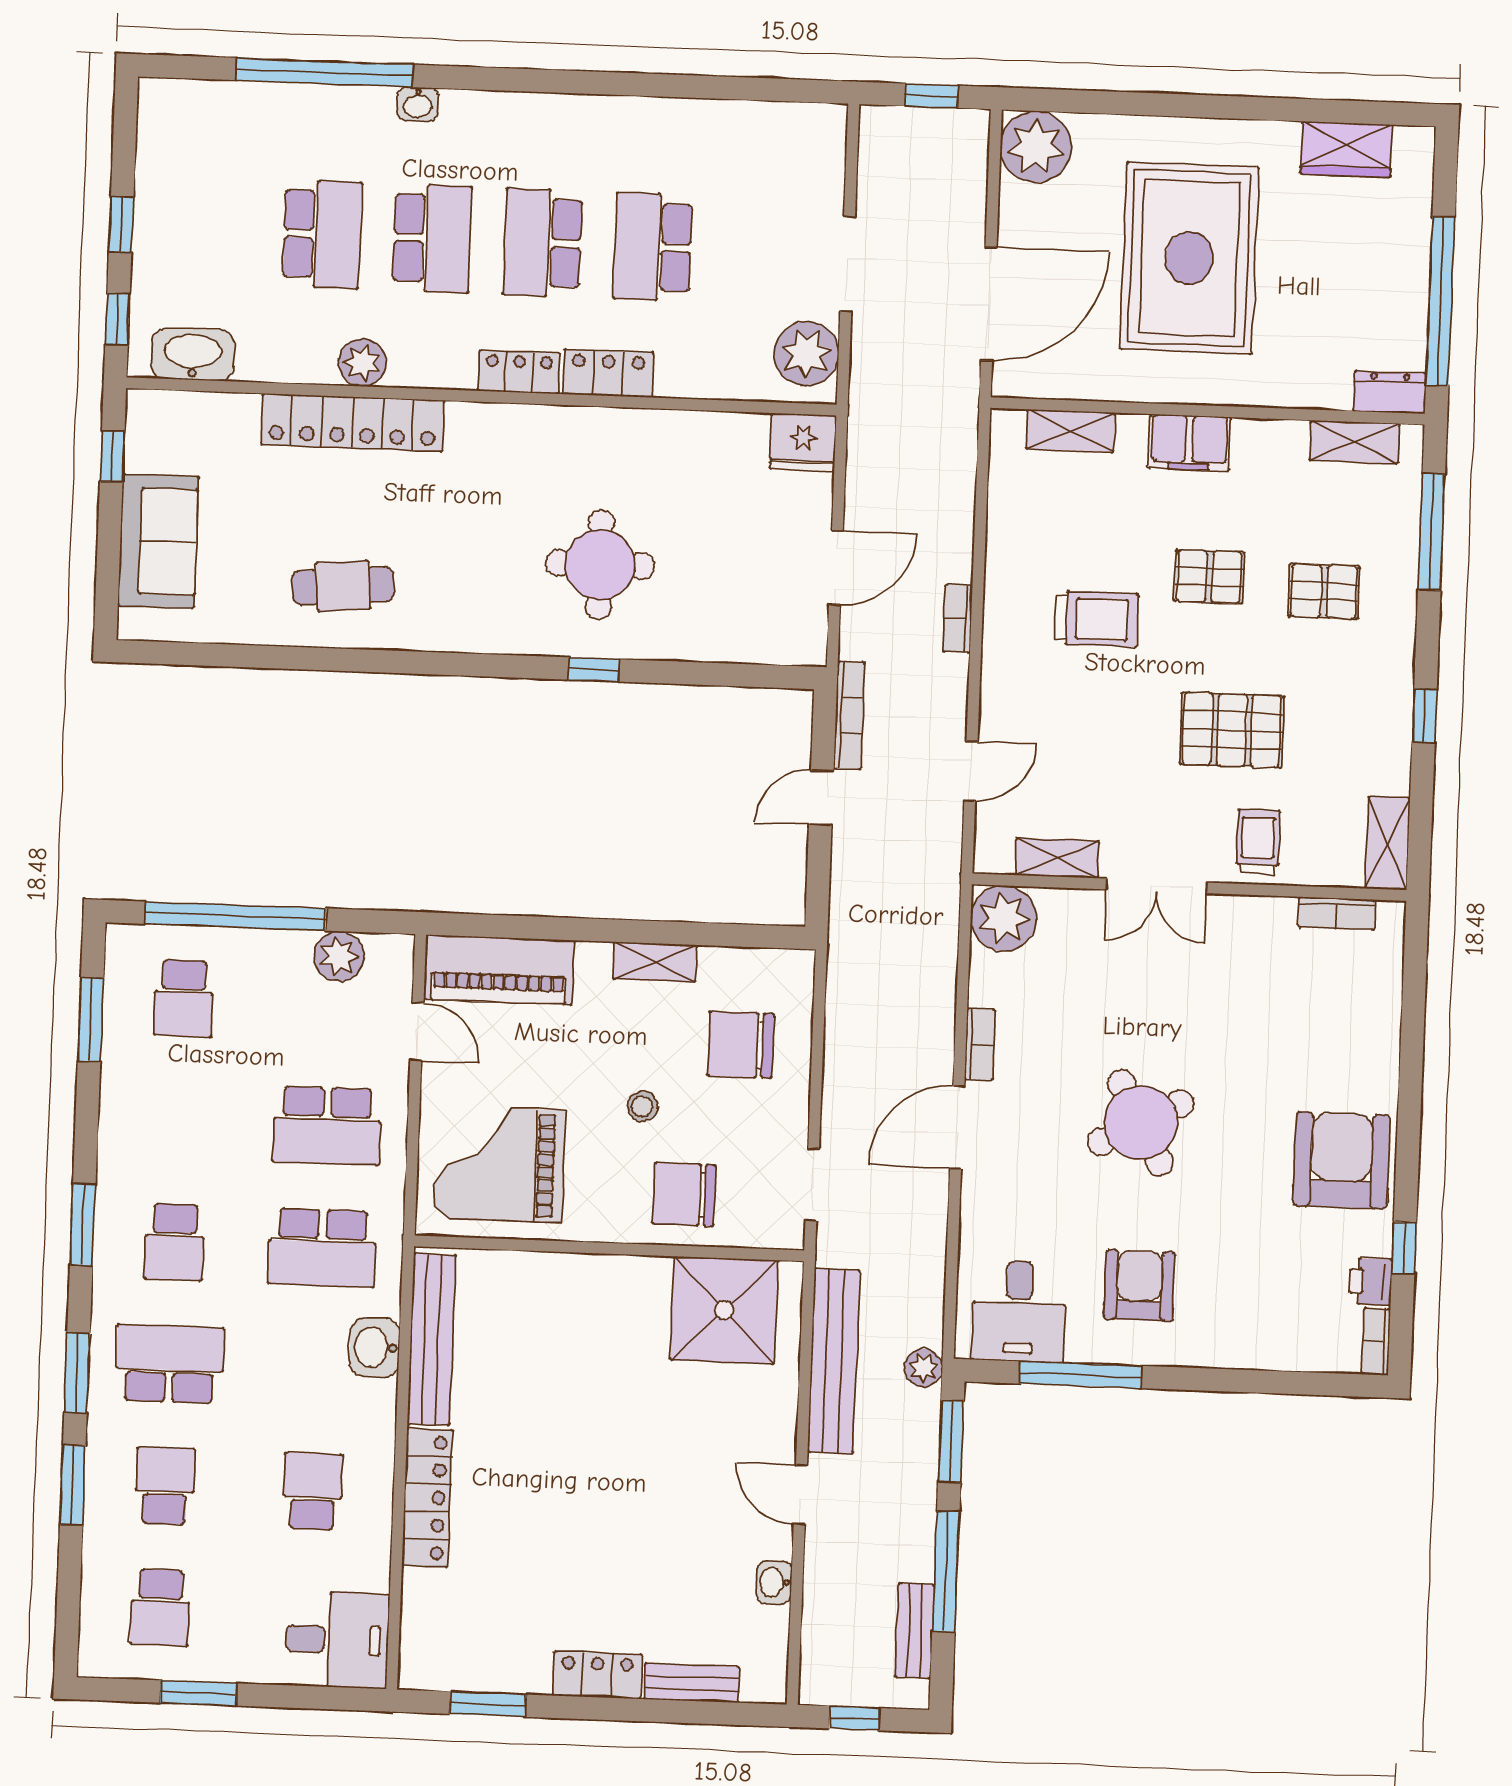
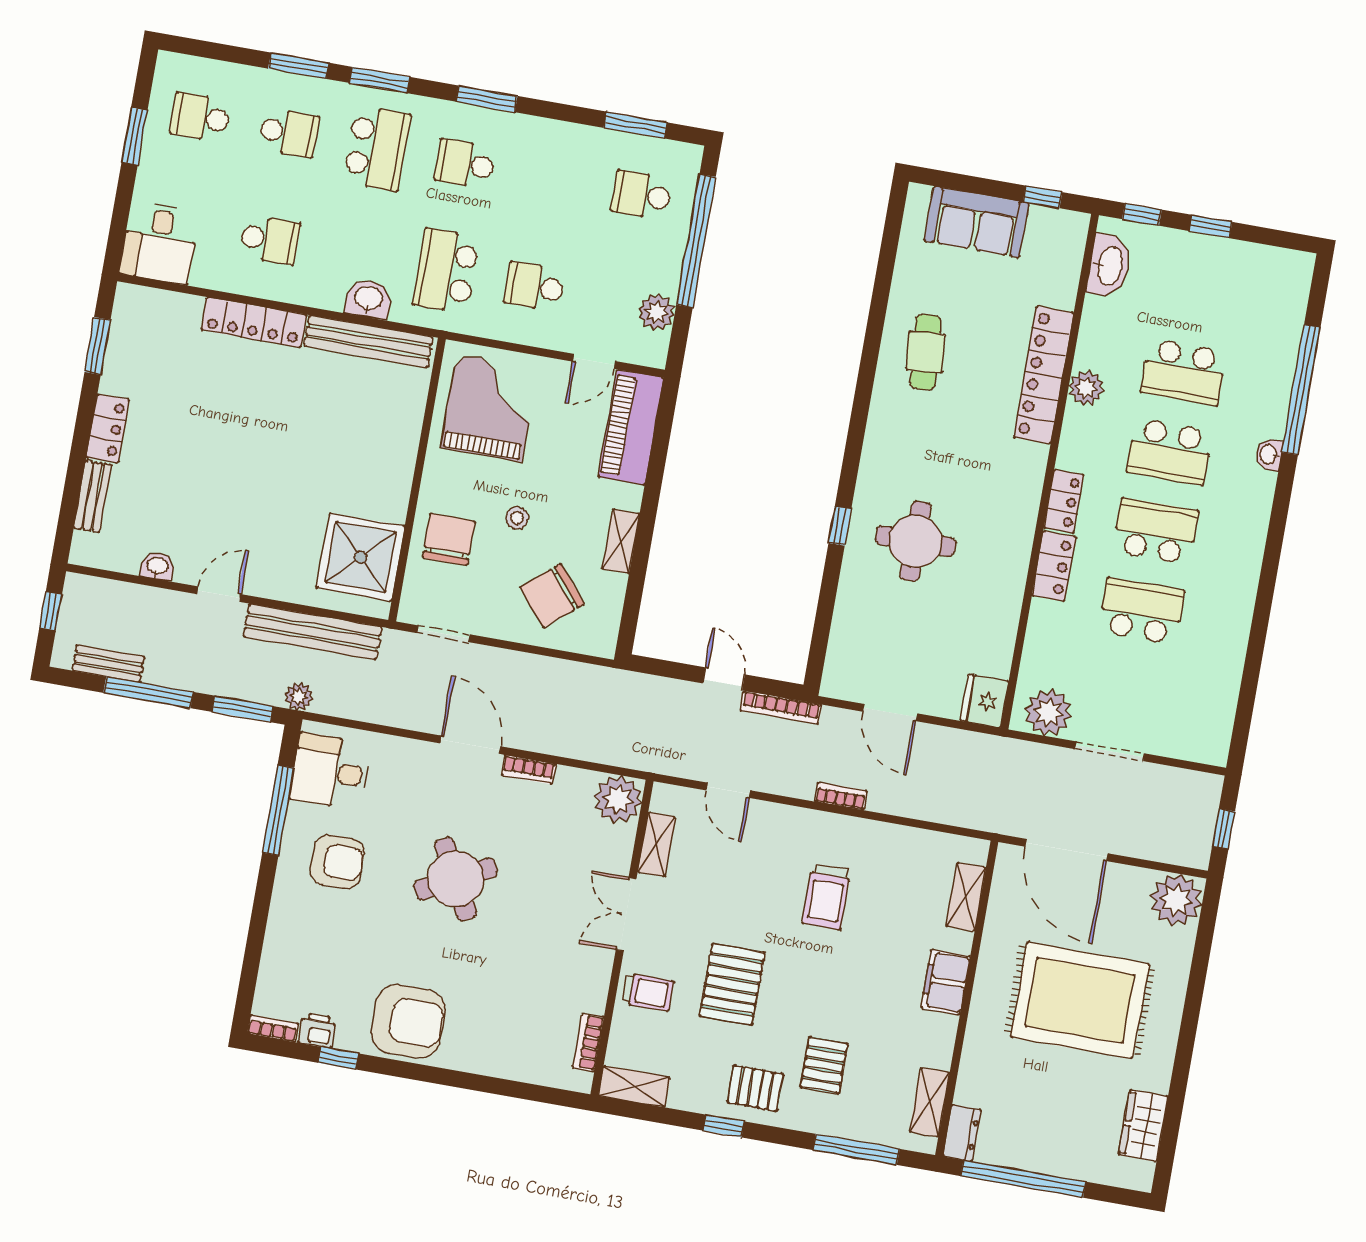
pallet: (1209, 577) -> (755, 1088), moved, turned 90
chair: (741, 1045) -> (552, 596), turned -130
school desk: (327, 1126) -> (534, 286), width x0.54

